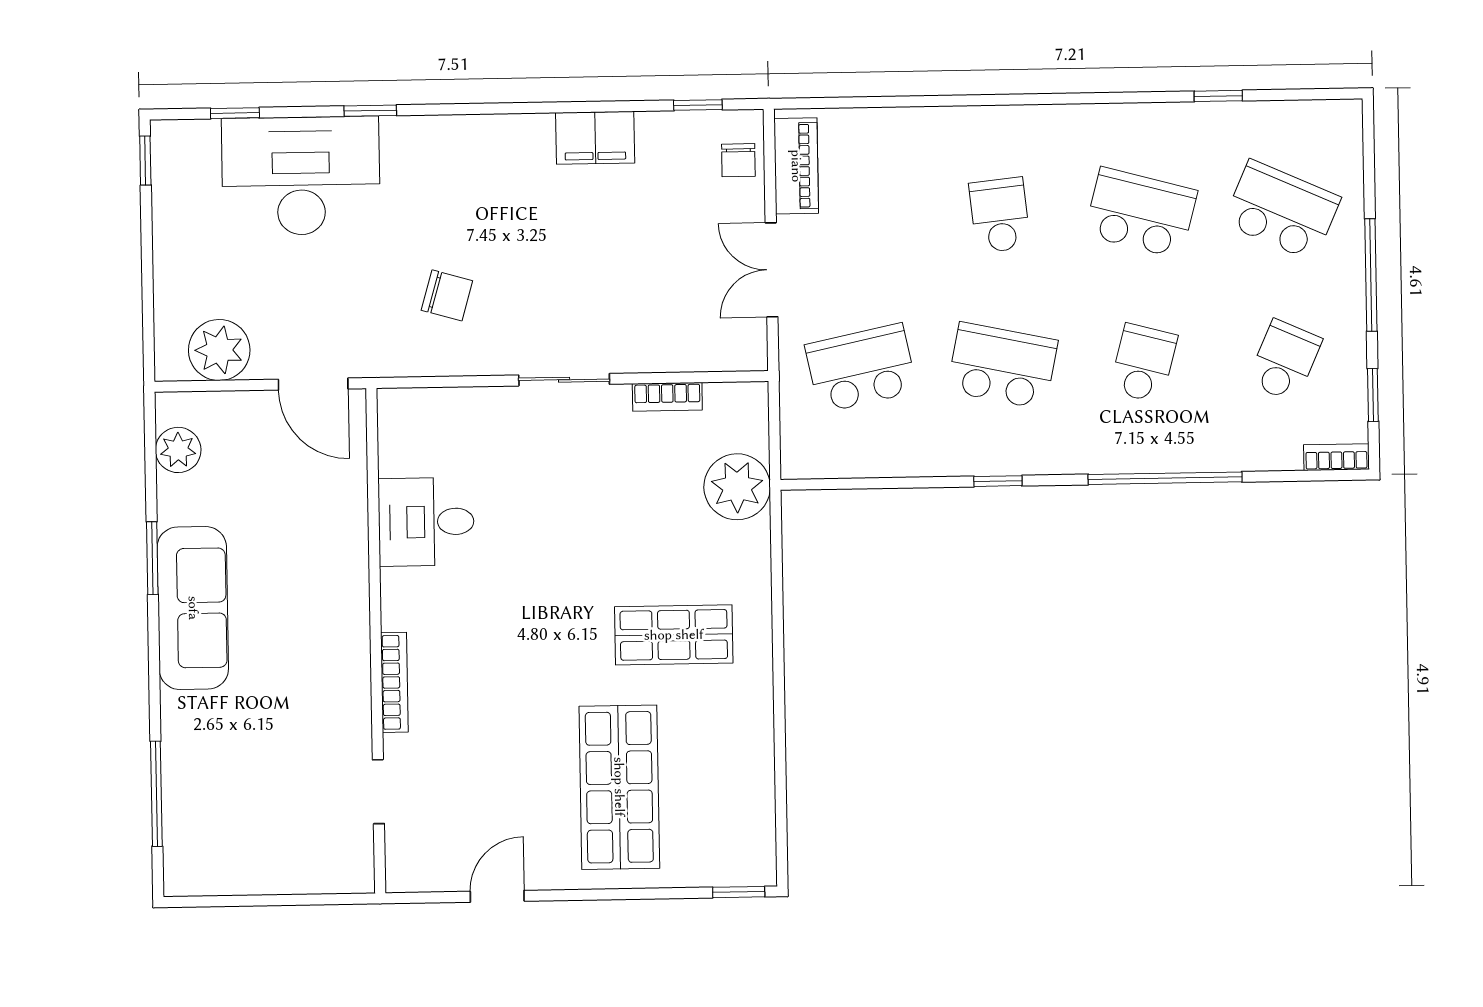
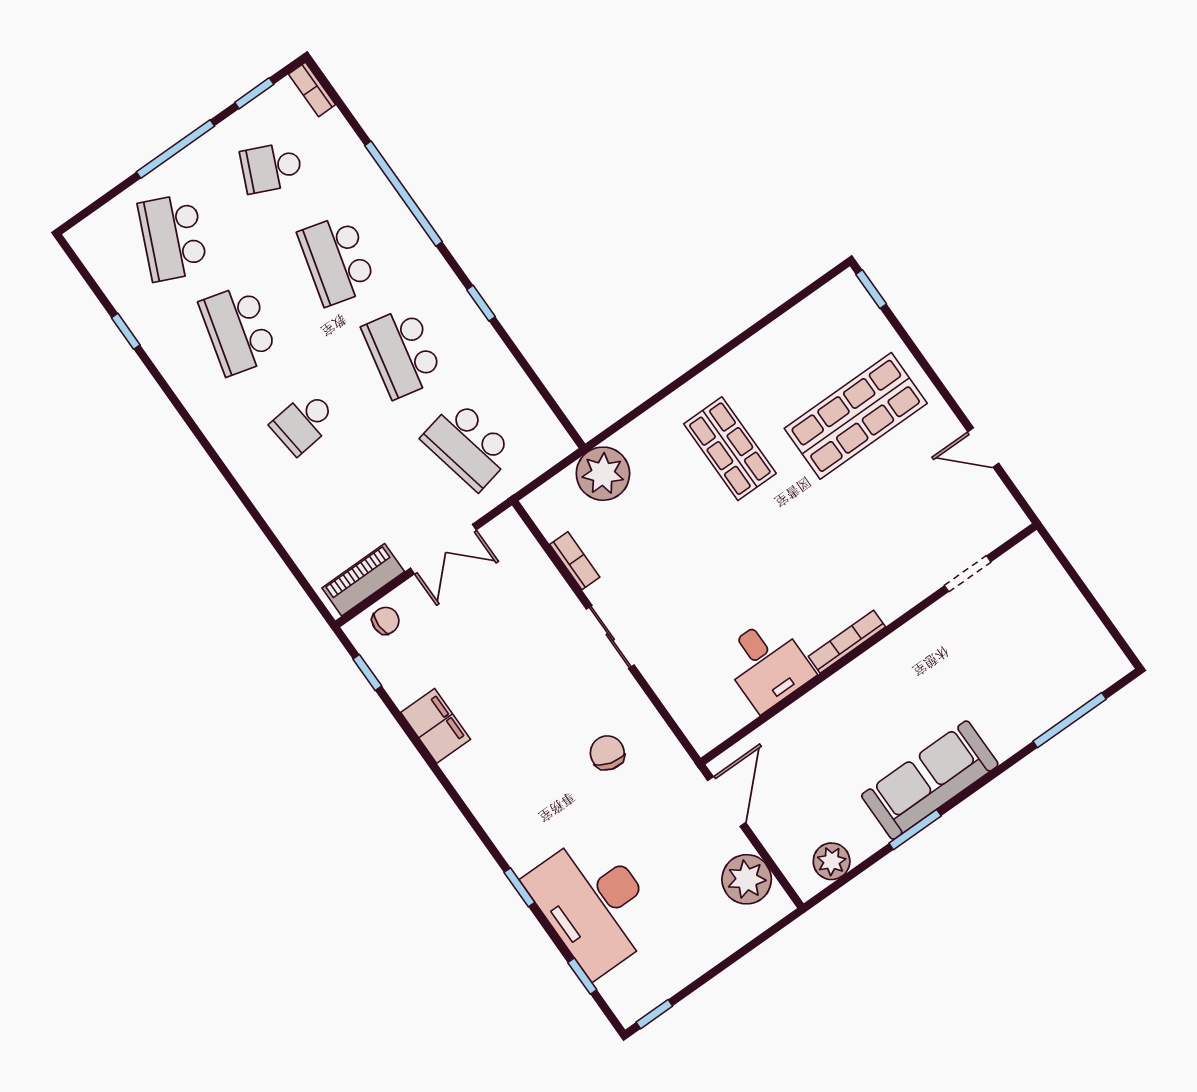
school desk: (1143, 363) -> (337, 260), width x1.85
bookcase: (394, 682) -> (847, 642), moved

